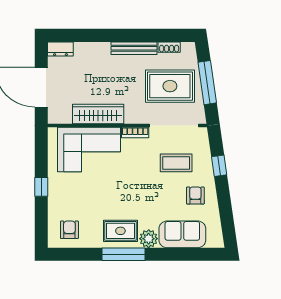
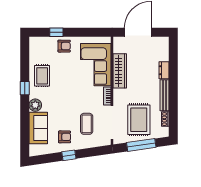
dresser: (60, 49) -> (164, 70), moved
window: (219, 166) -> (69, 155), moved
window: (41, 187) -> (56, 32), moved
armchair: (69, 230) -> (64, 46), moved
rug: (120, 231) -> (42, 76), moved
window: (123, 254) -> (25, 88), width x0.46

